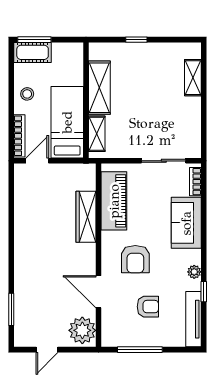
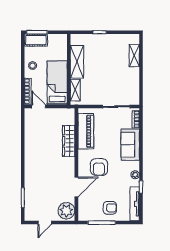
door: (37, 161) -> (39, 107), hinge flipped
door: (99, 292) -> (76, 187), swing flipped
armchair: (148, 307) -> (110, 208), moved

